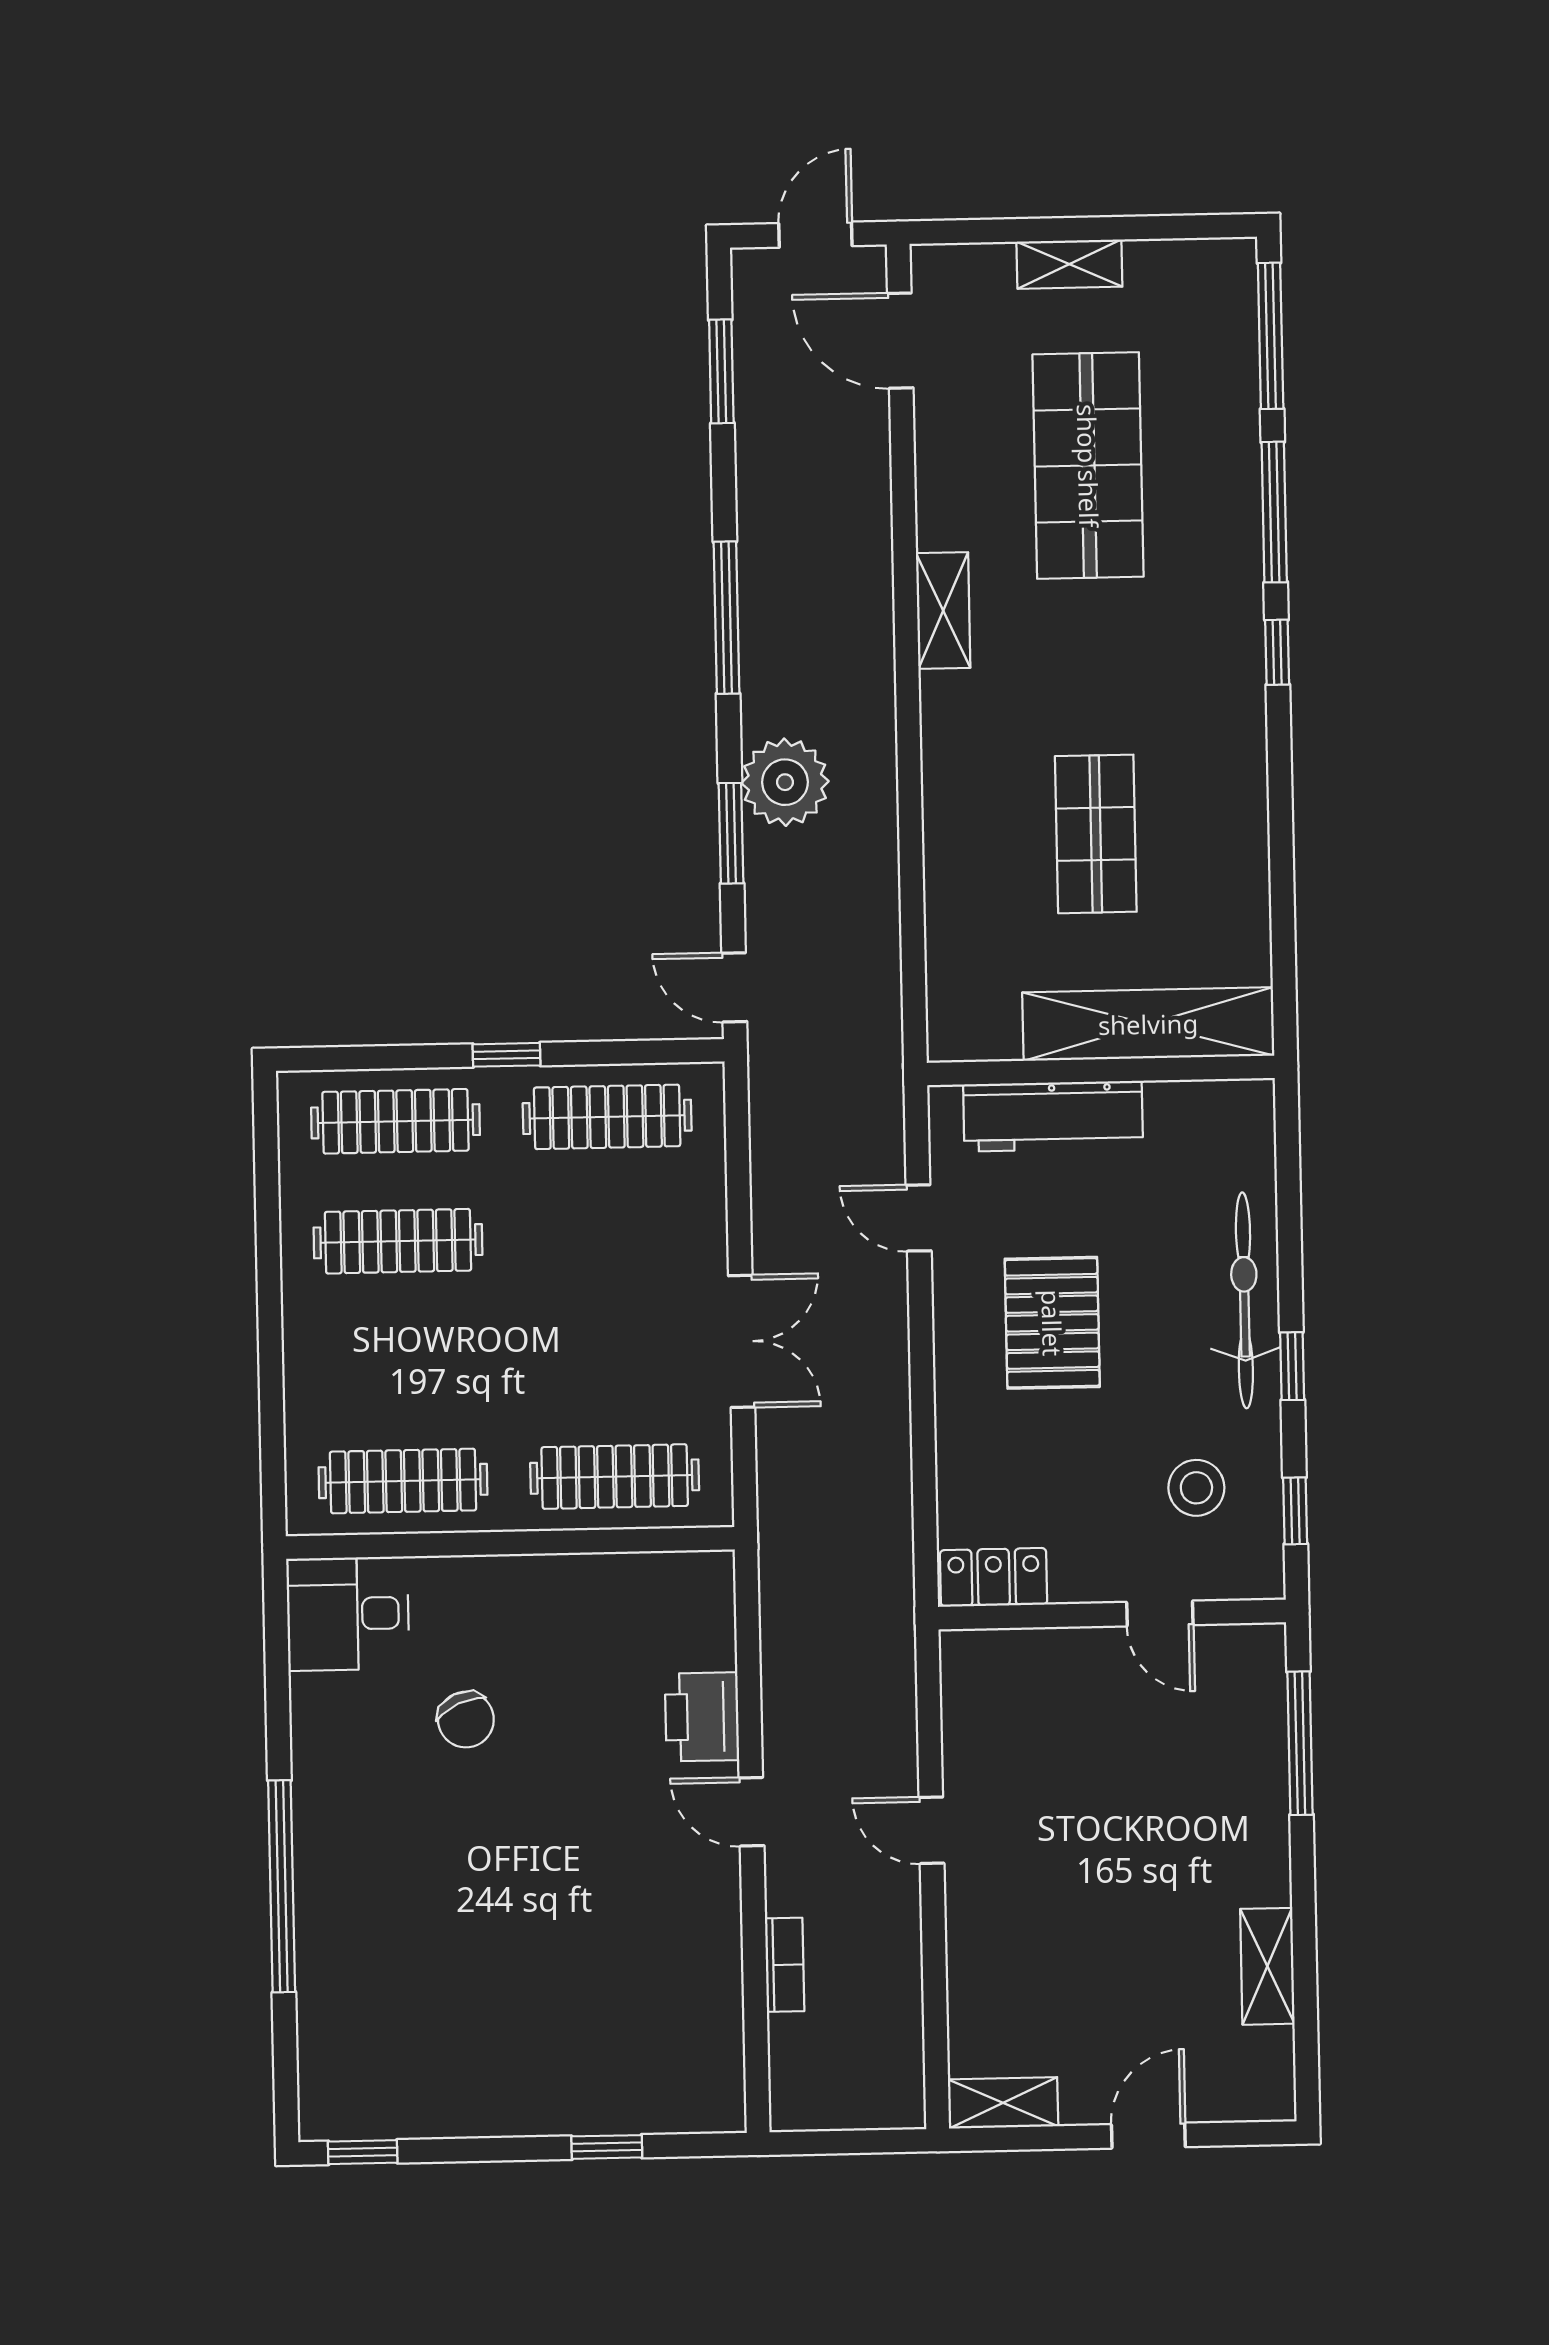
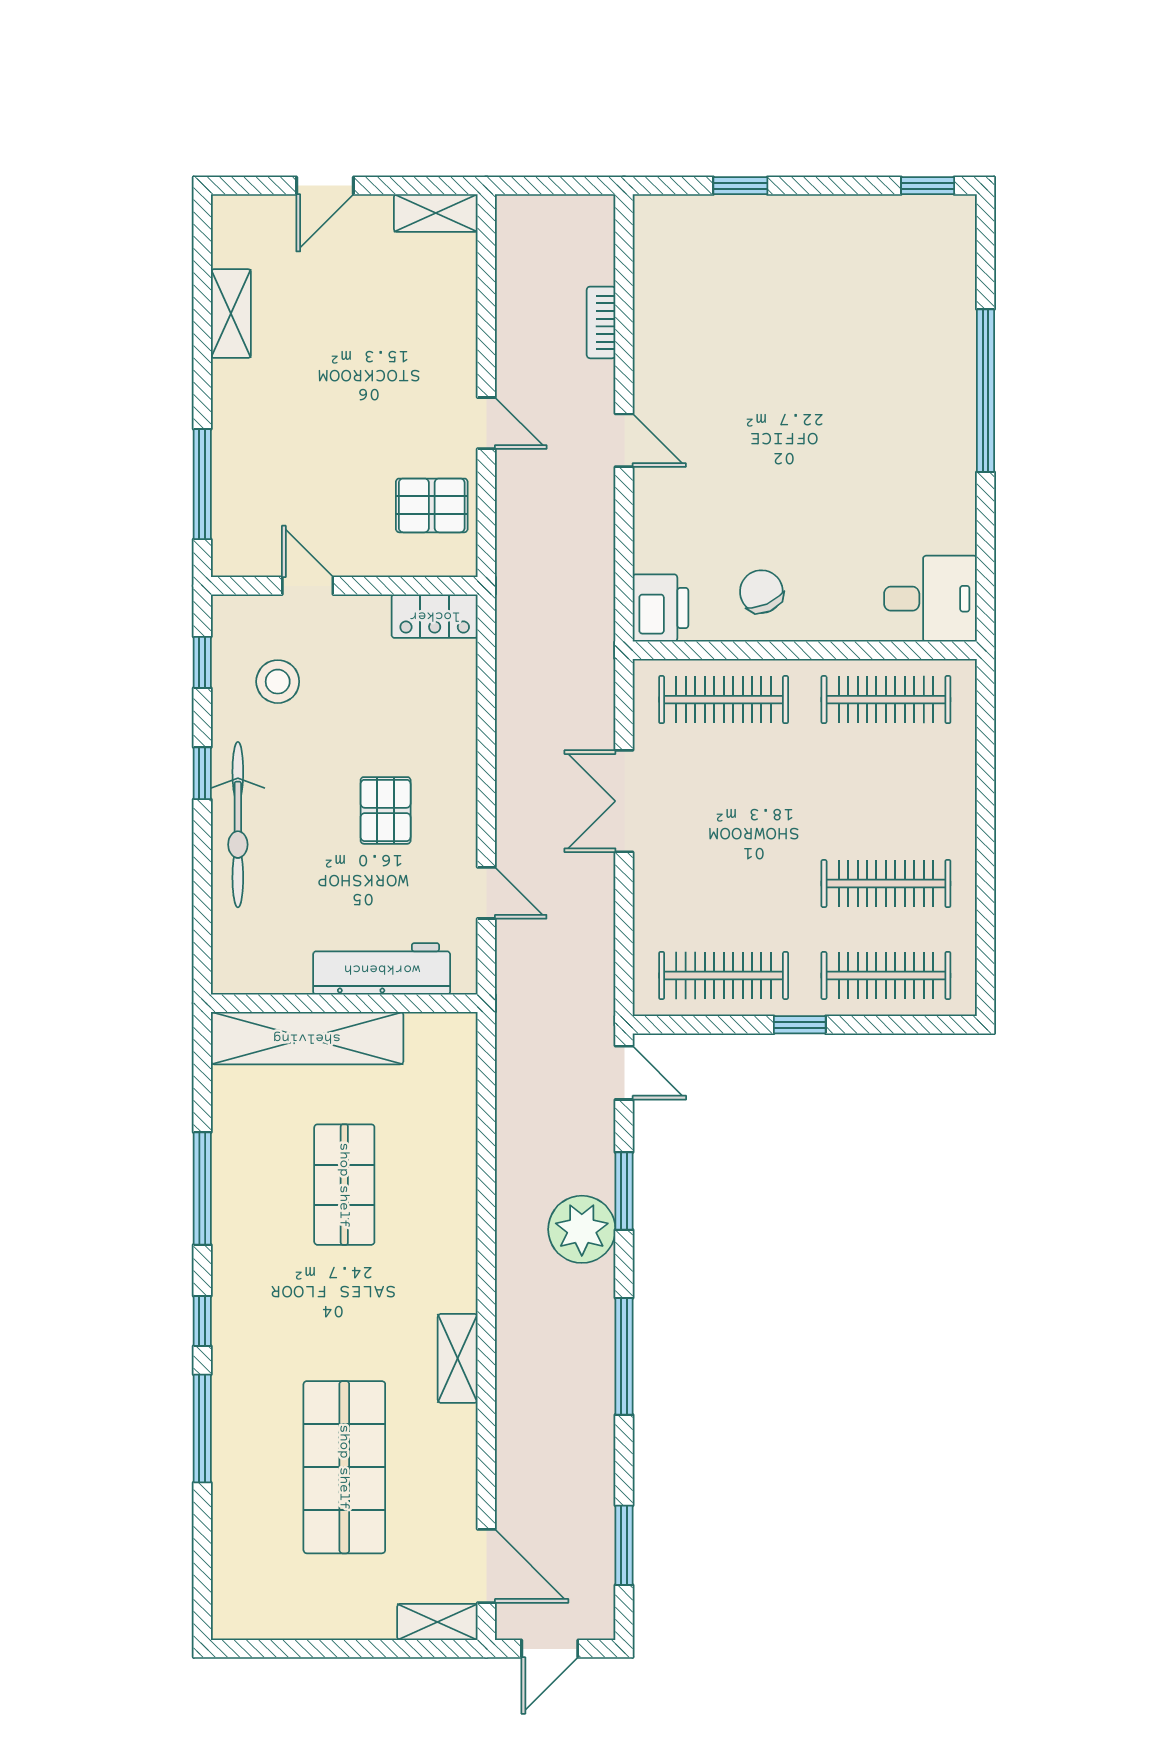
shelving: (1069, 264) -> (437, 1622), moved
window: (1271, 336) -> (202, 1189), moved
pallet: (1052, 1323) -> (386, 810), width x0.67, depth x0.71
printer: (702, 1717) -> (661, 608), moved
chair: (466, 1720) -> (761, 592), moved
pallet: (1000, 1722) -> (432, 505), added

